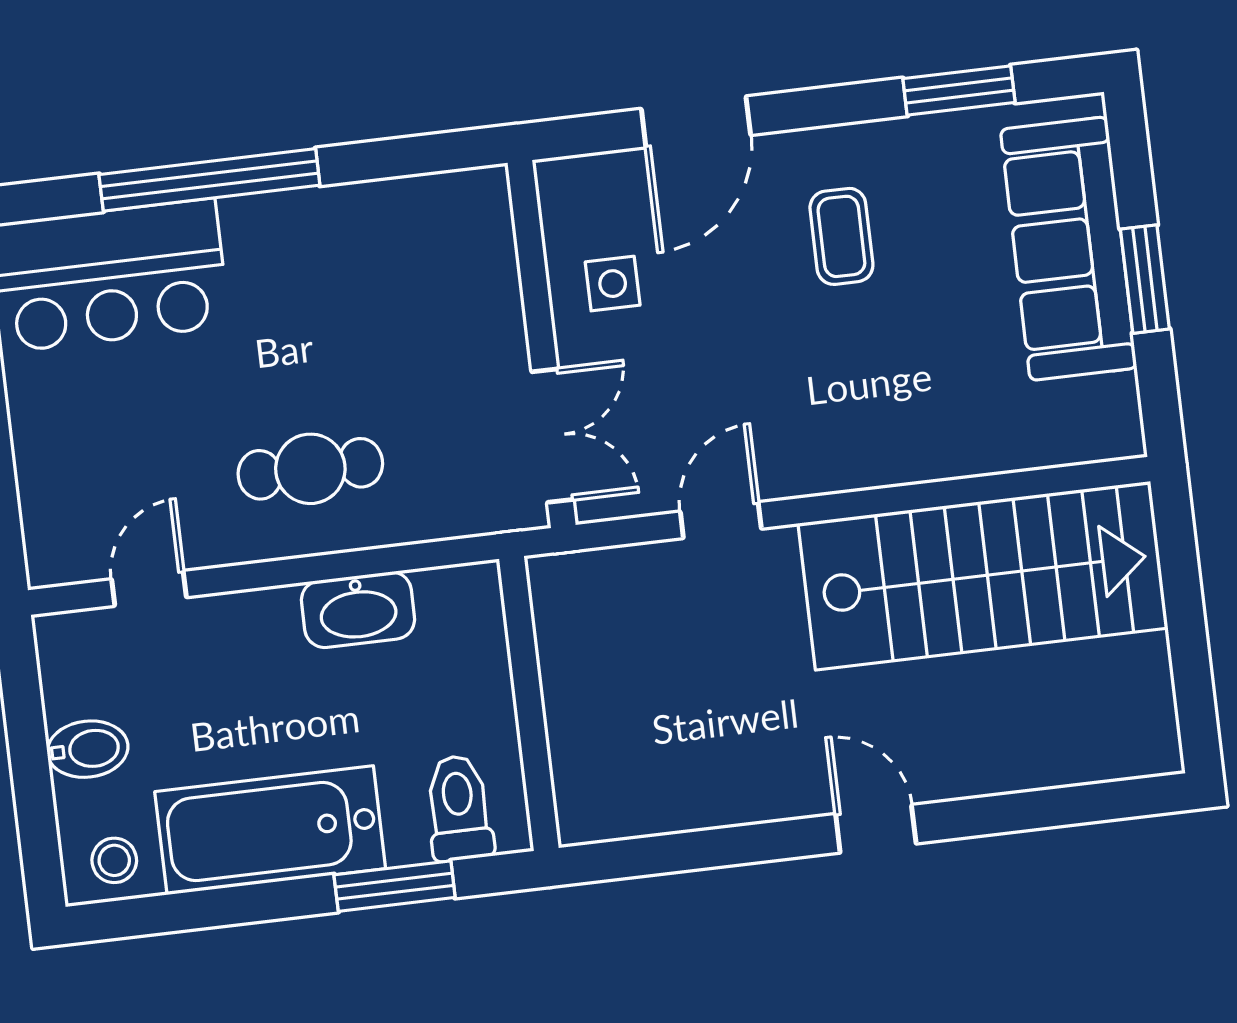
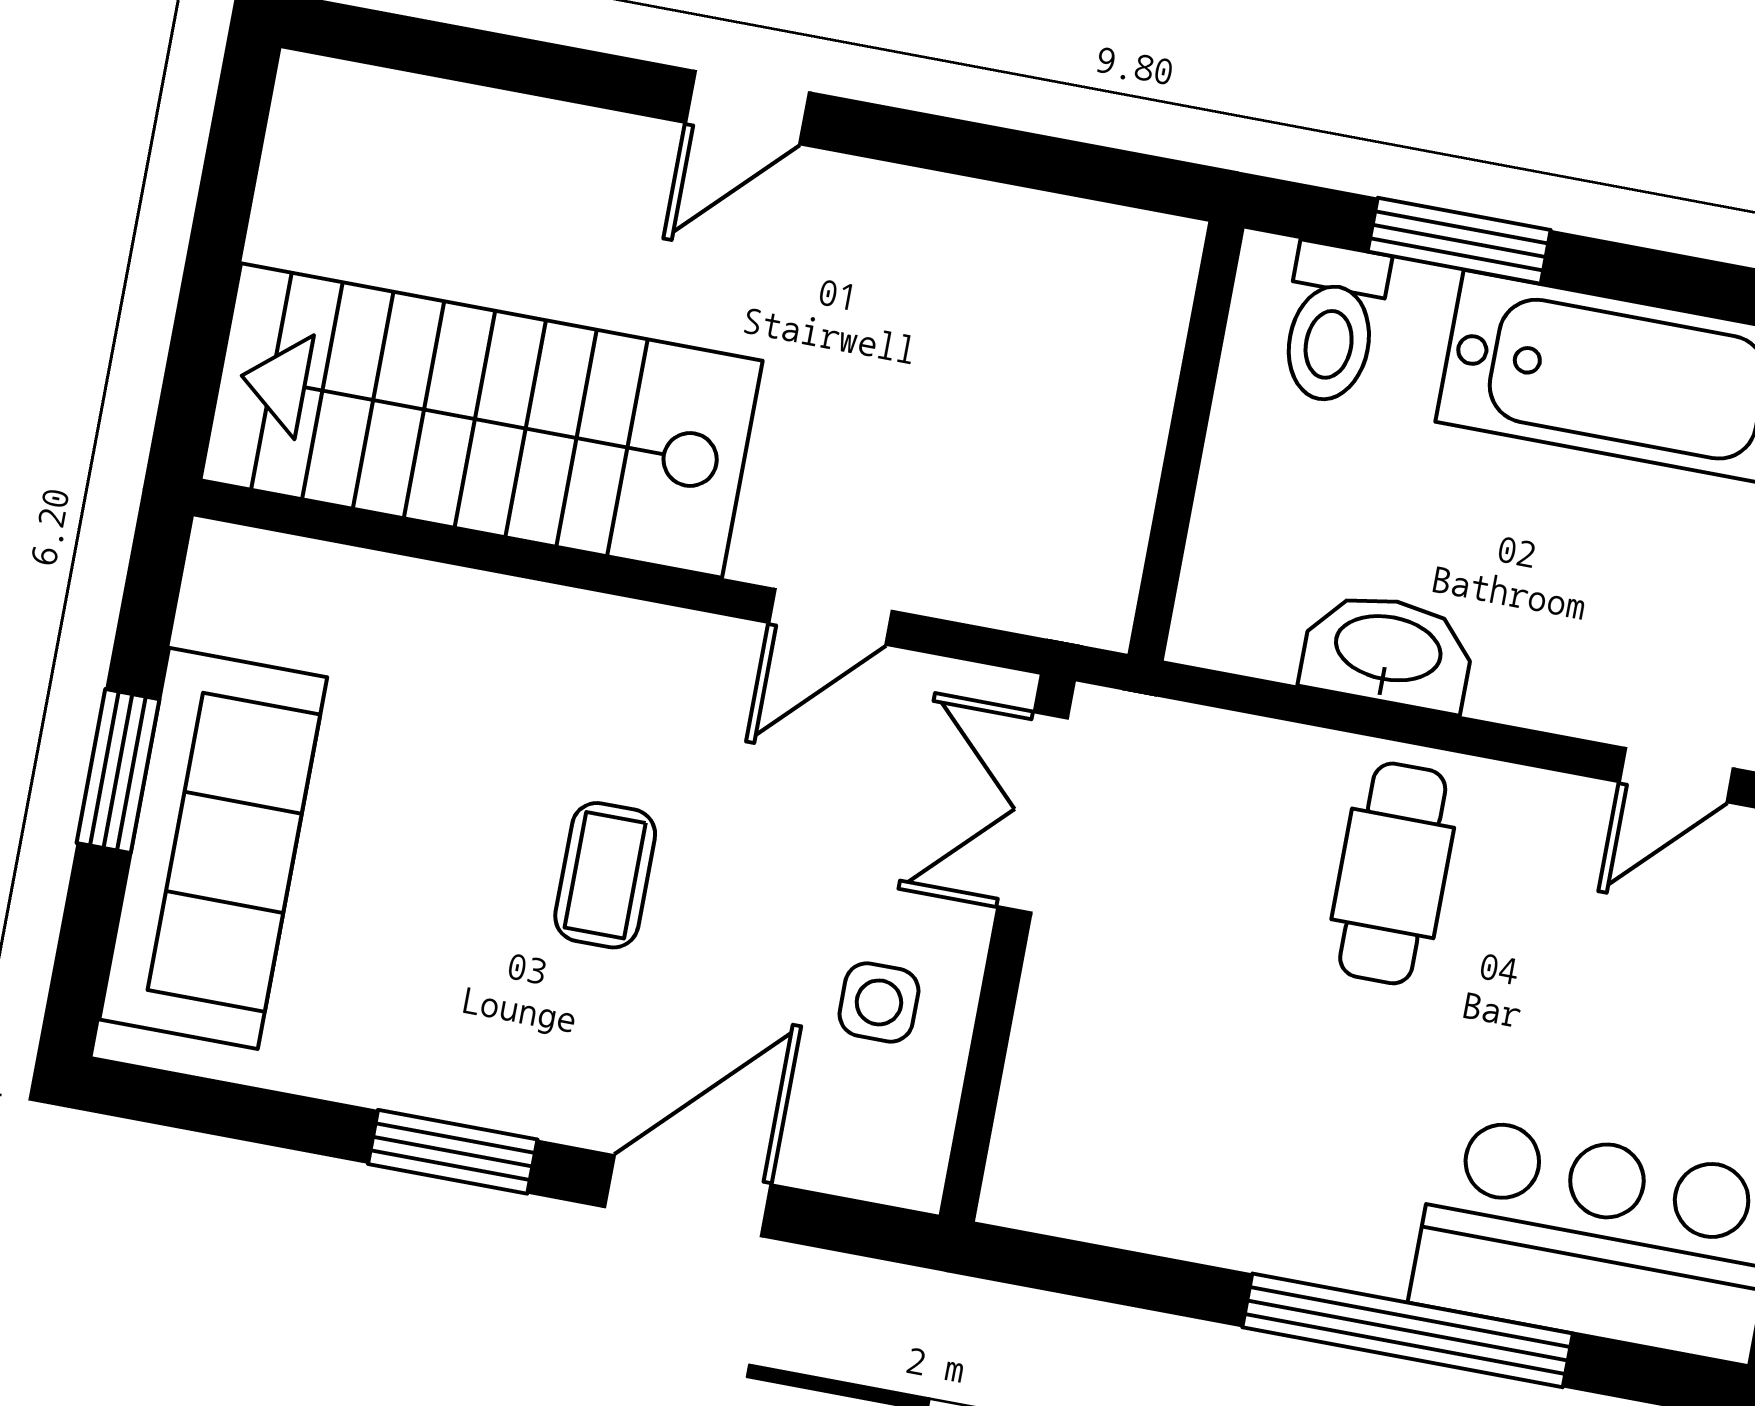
window: (959, 91) -> (453, 1152), moved
coffee table: (841, 236) -> (605, 875), moved
cafe table: (310, 469) -> (1393, 873), turned 90
door: (876, 829) -> (747, 108), hinge flipped

